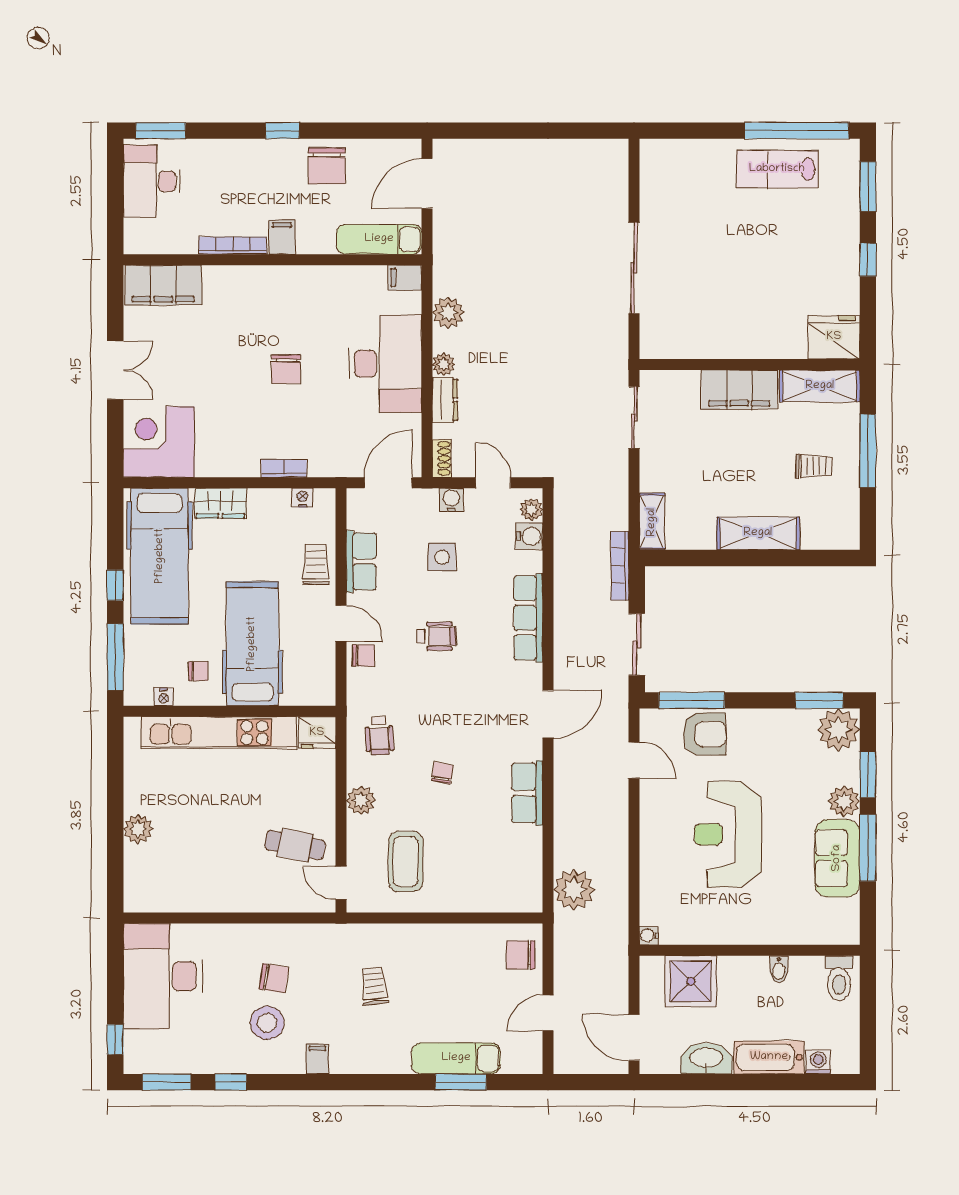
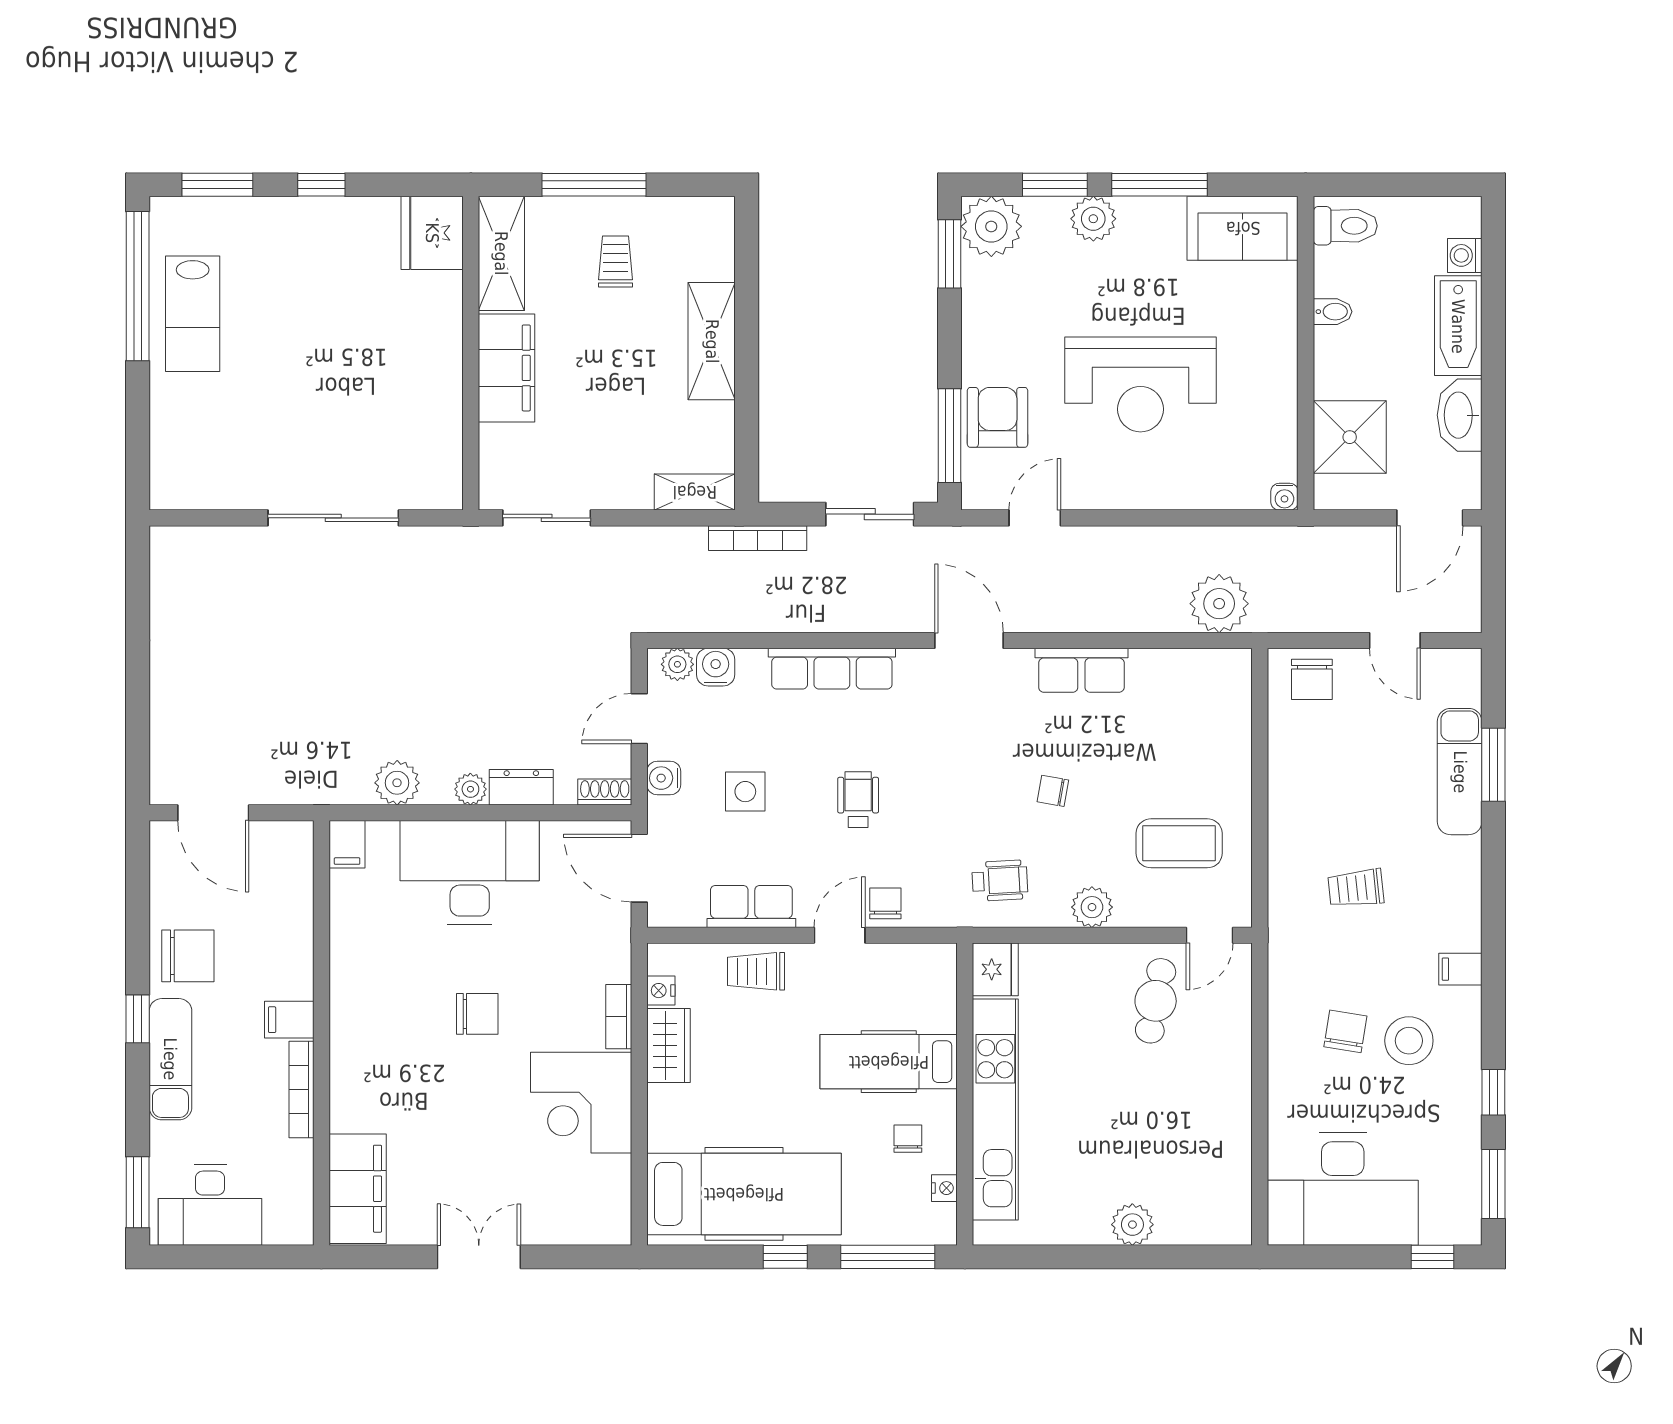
exam couch: (379, 239) -> (170, 1059), moved, turned 180
corner desk: (159, 442) -> (581, 1103), moved
wardrobe: (220, 503) -> (669, 1045), moved
hospital bed: (252, 644) -> (889, 1062), width x0.73, depth x0.77
sofa: (837, 858) -> (1243, 228), moved

